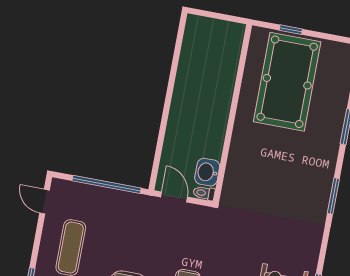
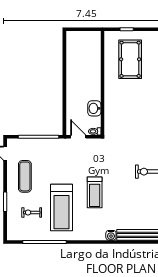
pool table: (287, 82) -> (130, 59), width x0.73, depth x0.76
washbasin: (207, 172) -> (94, 108), moved

